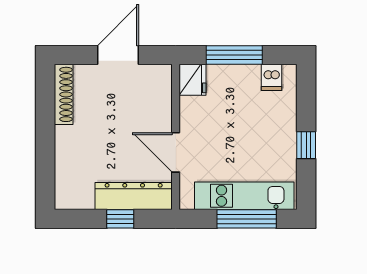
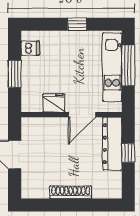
window: (234, 55) -> (15, 74), width x0.69
fridge: (192, 80) -> (54, 103), moved
shoe rack: (64, 94) -> (71, 192), moved

